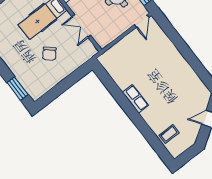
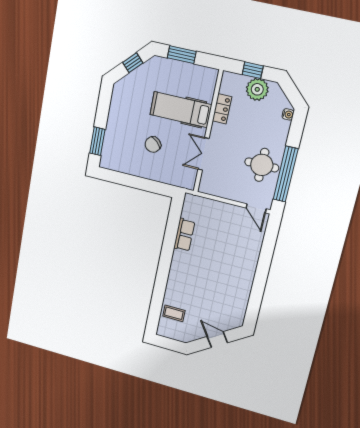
door: (142, 21) -> (256, 208), hinge flipped
row of seats: (135, 99) -> (184, 235), moved

